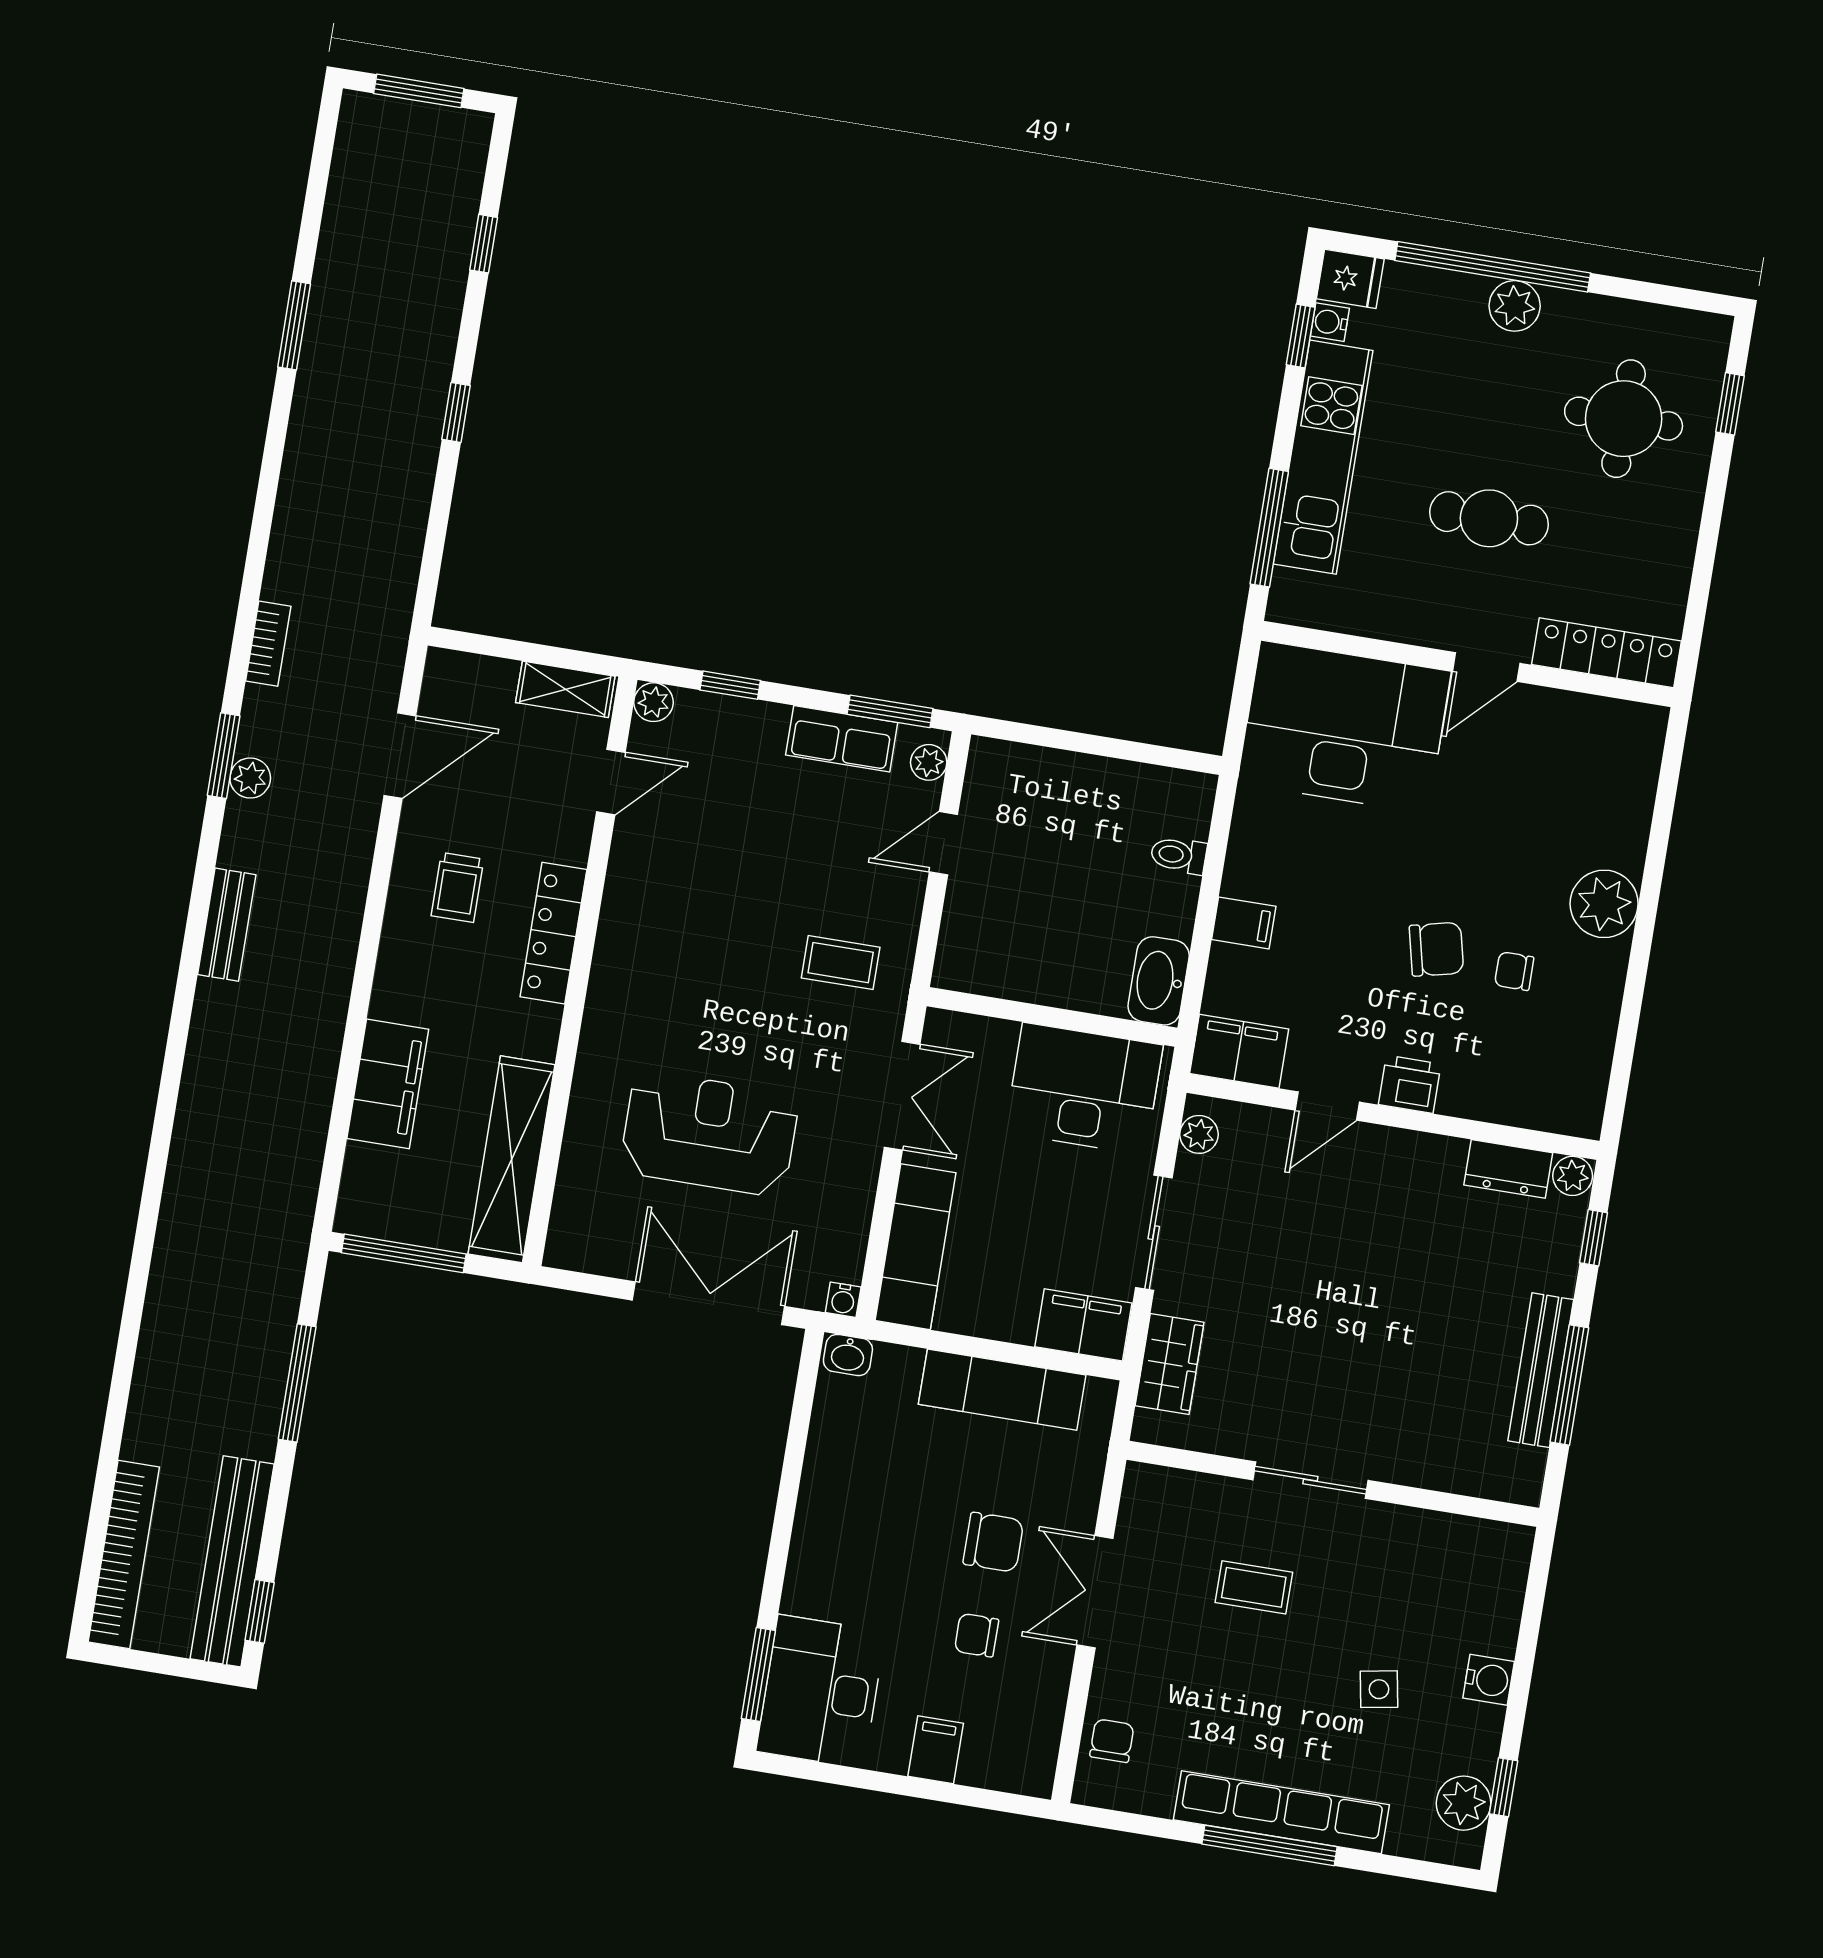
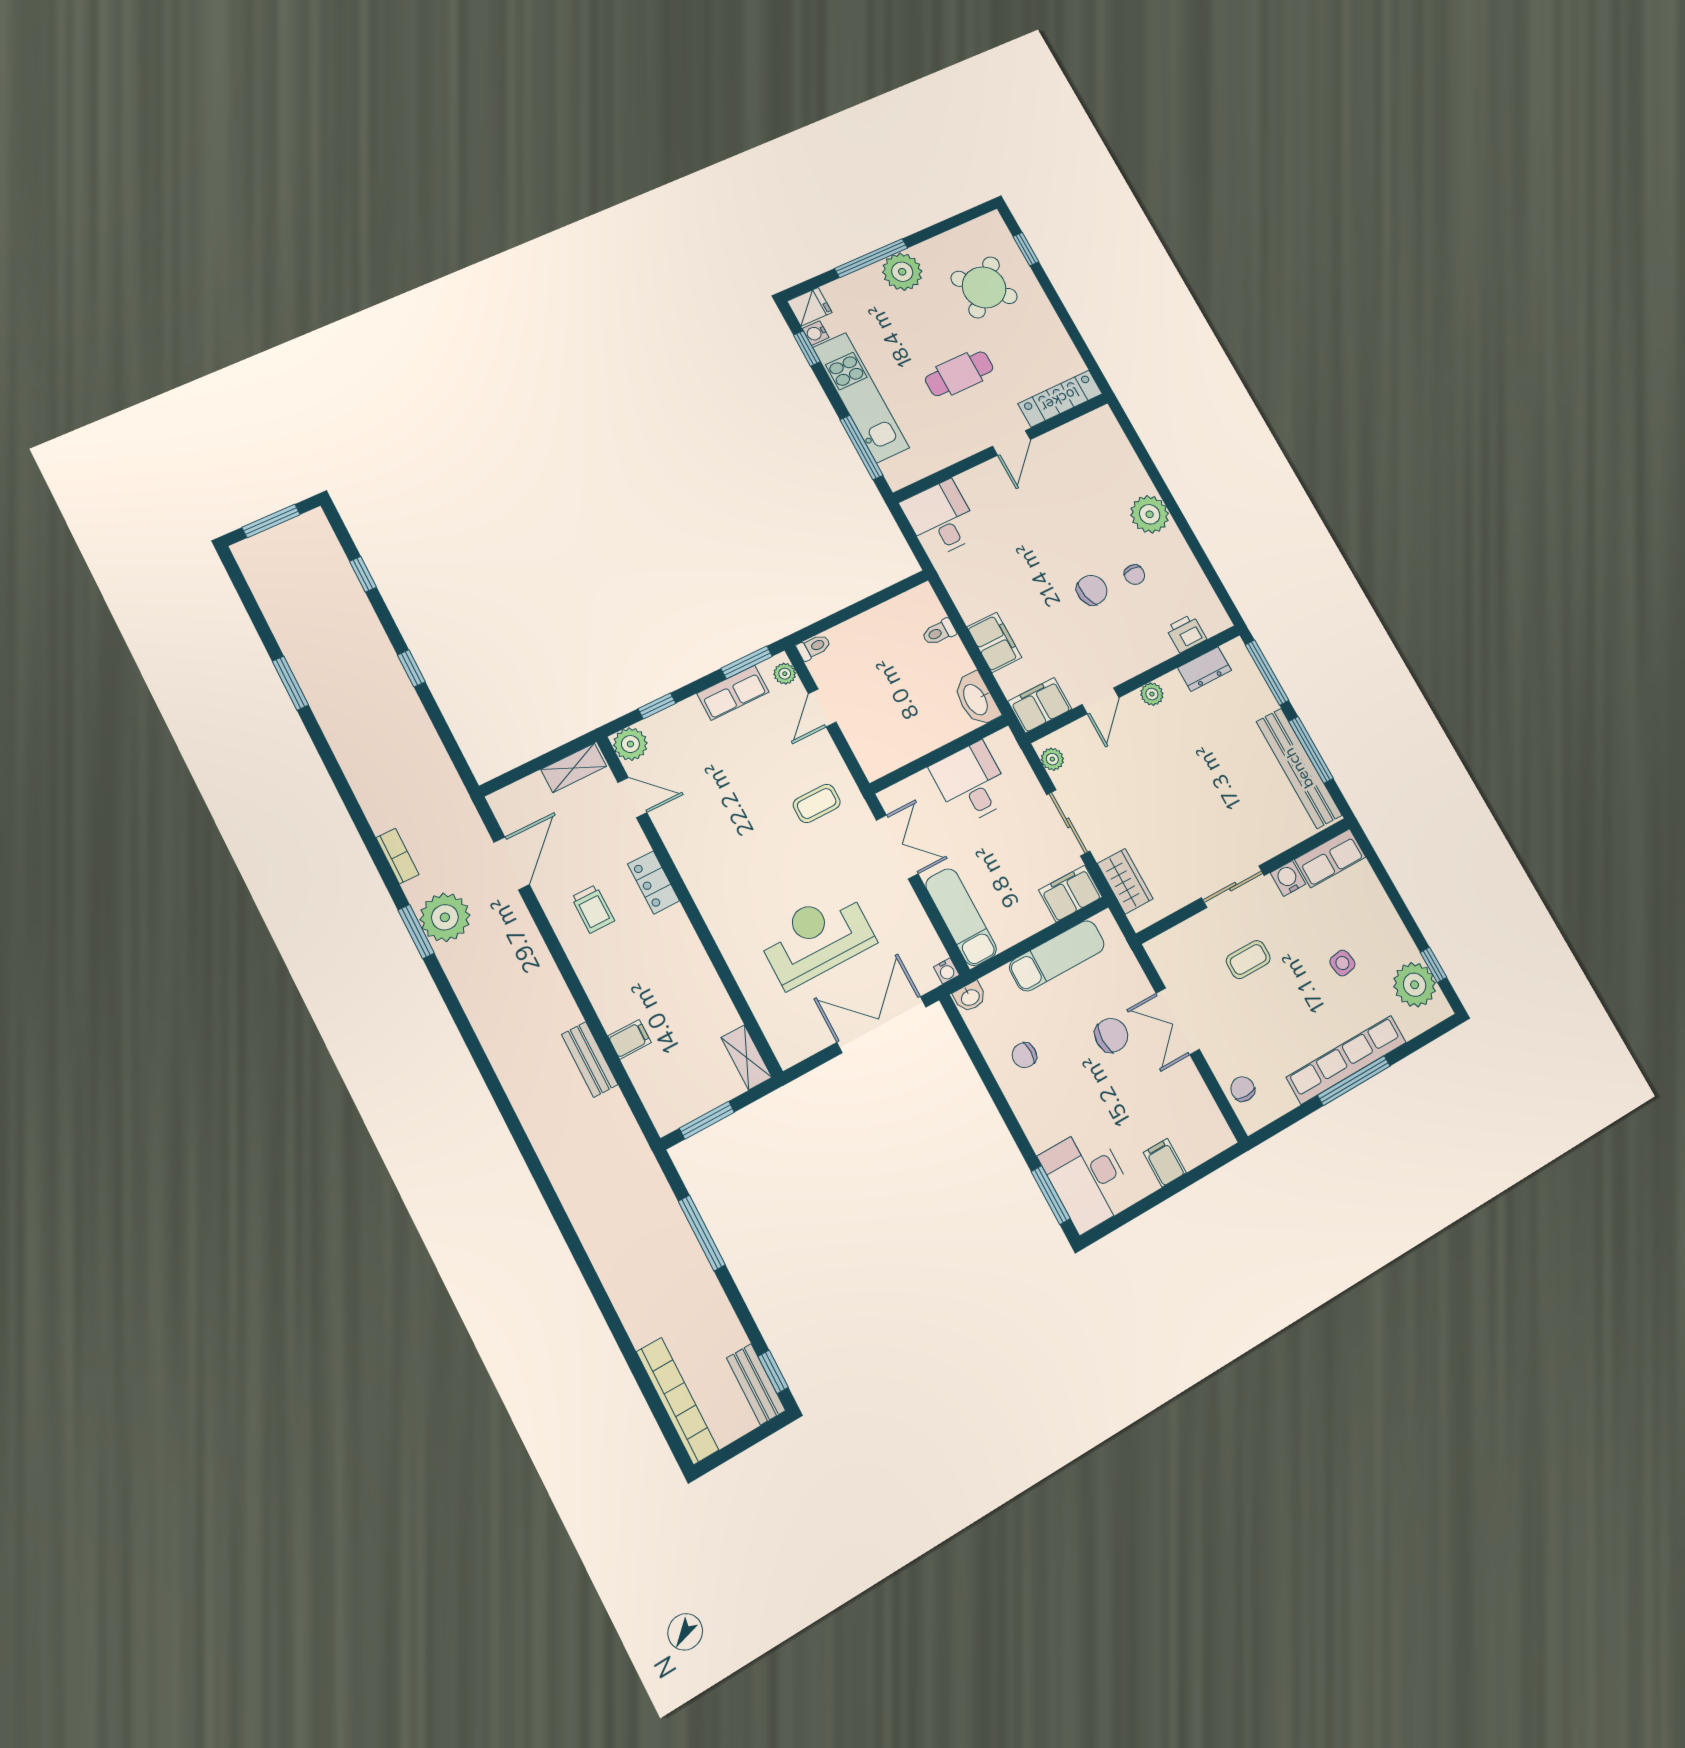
window: (1493, 267) -> (871, 258), width x0.68
plant: (1515, 306) -> (902, 272), width x1.36, depth x1.36
round table: (1624, 419) -> (984, 287), turned 45
plant: (654, 702) -> (630, 744), width x1.38, depth x1.38
desk: (1344, 727) -> (941, 519), width x0.53, depth x0.77
toilet: (994, 755) -> (814, 647), added
plant: (250, 778) -> (445, 917), width x1.87, depth x1.87
door: (611, 782) -> (632, 798), hinge flipped
filing cabinet: (1244, 923) -> (994, 642), width x2.00
bench: (227, 925) -> (590, 1060), moved
locker: (553, 933) -> (654, 882), width x0.66
chair: (1514, 971) -> (1135, 575), turned -90
filing cabinet: (388, 1084) -> (630, 1039), width x0.33, depth x0.86
printer: (1410, 1084) -> (1186, 633), moved
desk: (1084, 1089) -> (971, 783), width x0.73
shelving: (512, 1159) -> (746, 1057), width x0.45, depth x0.75
plant: (1573, 1176) -> (1152, 694), moved
window: (1593, 1238) -> (1267, 673), width x2.17
window: (404, 1253) -> (707, 1120), width x0.69
bench: (1541, 1370) -> (1299, 768), width x1.37, depth x1.21
row of seats: (1476, 1544) -> (1330, 858), added
bench: (232, 1561) -> (756, 1384), width x0.54, depth x0.82
chair: (977, 1635) -> (1024, 1055), moved
water cooler: (1489, 1680) -> (1288, 878), moved, turned -90
plant: (1464, 1803) -> (1415, 985), width x1.36, depth x1.36

